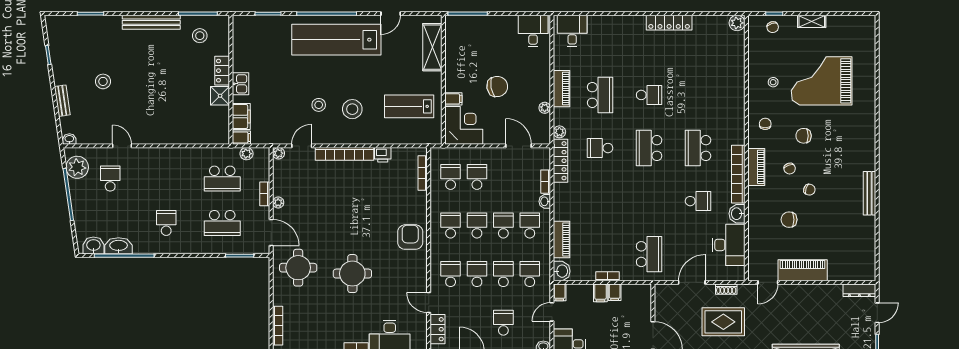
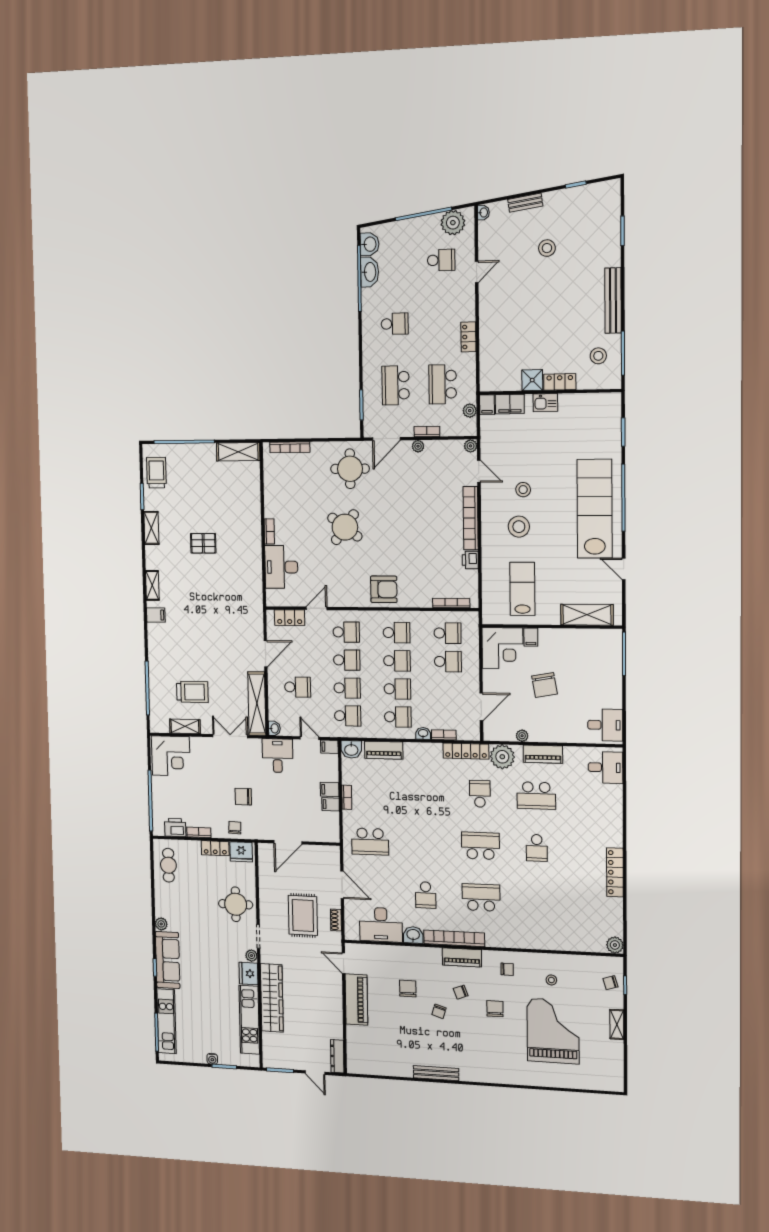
plant: (559, 132) -> (502, 757), width x1.88, depth x1.88
locker: (180, 154) -> (468, 337), added
round table: (352, 274) -> (345, 527), turned 36

